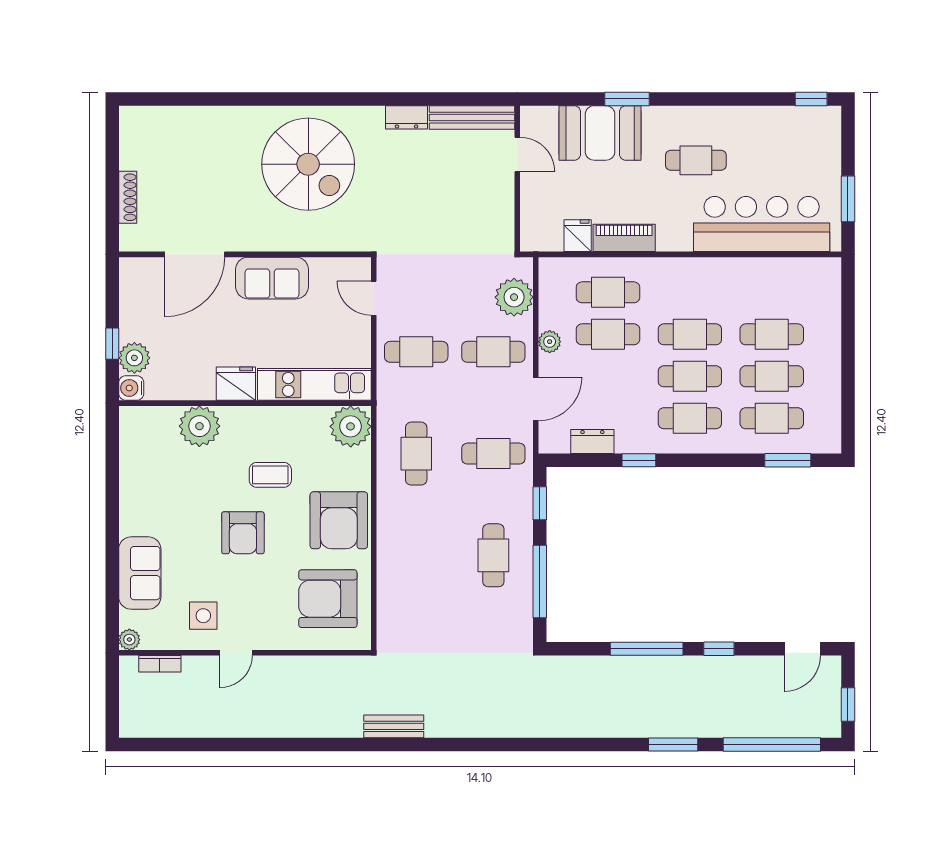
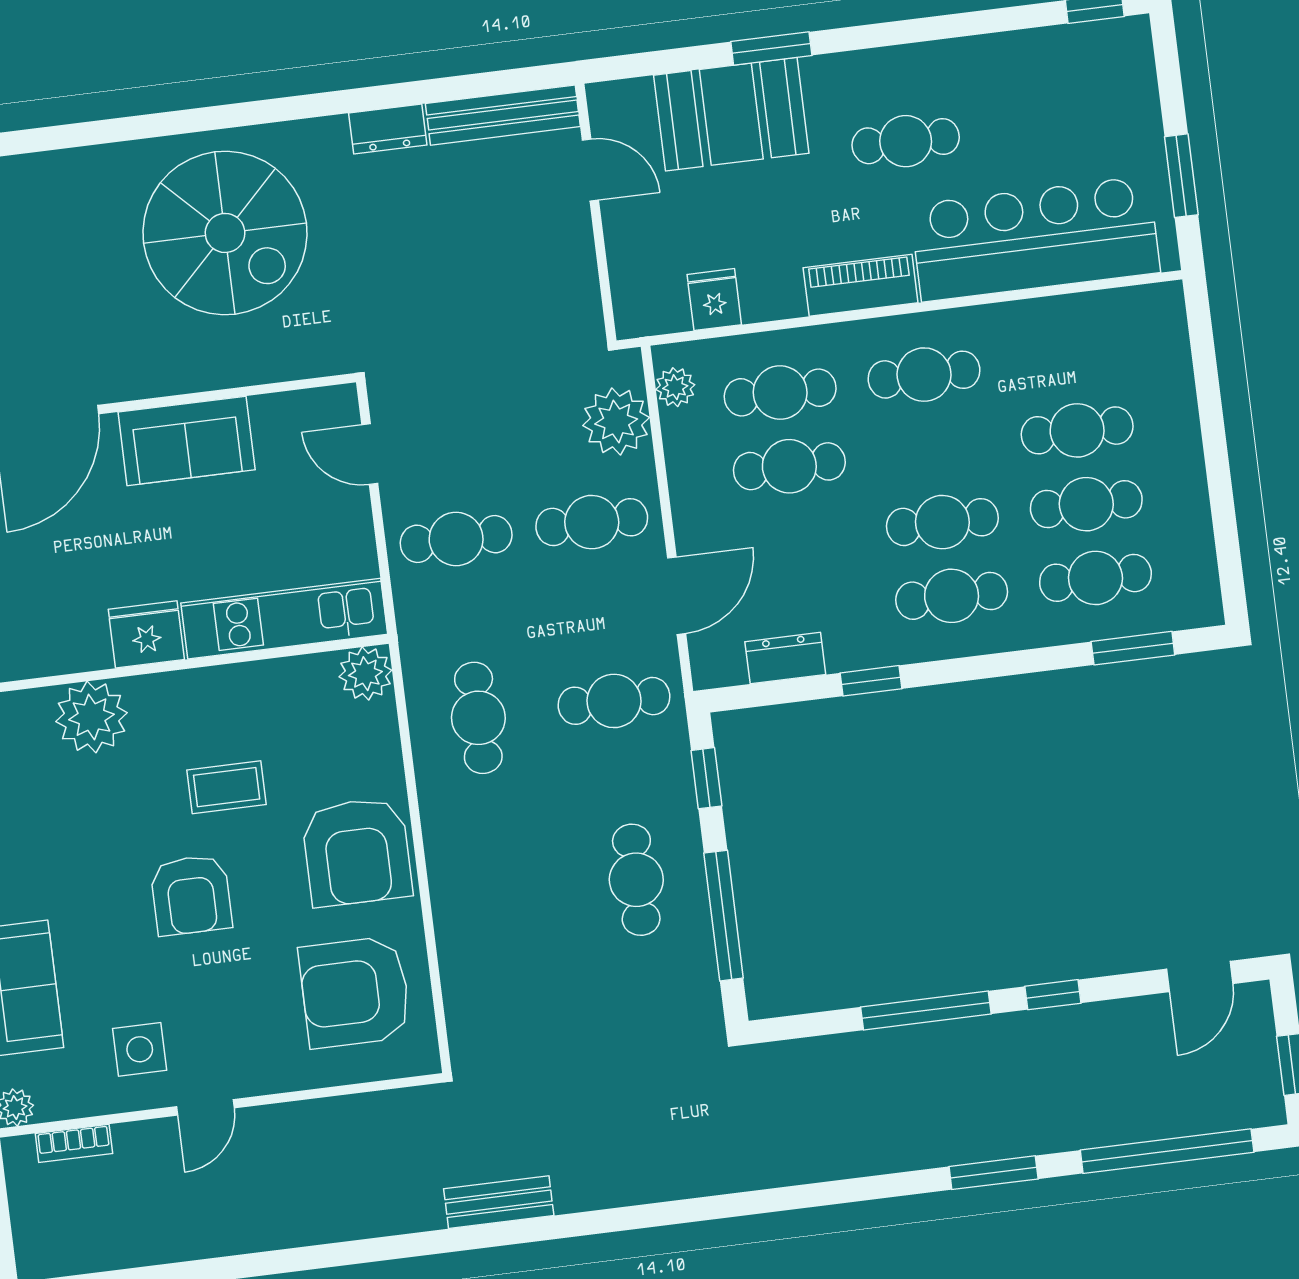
piano: (624, 238) -> (861, 285), moved
cafe table: (690, 334) -> (924, 375), moved
plant: (550, 342) -> (675, 387), moved
plant: (351, 426) -> (365, 674), width x0.73, depth x0.73

